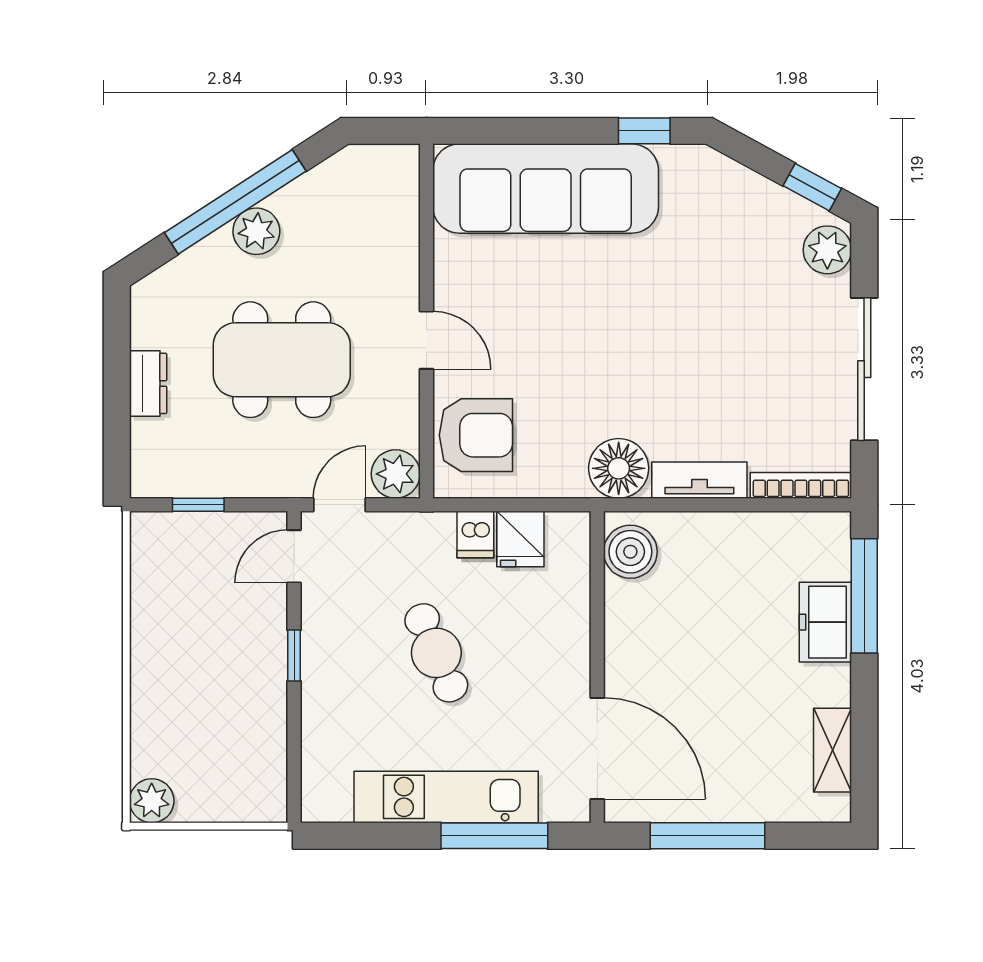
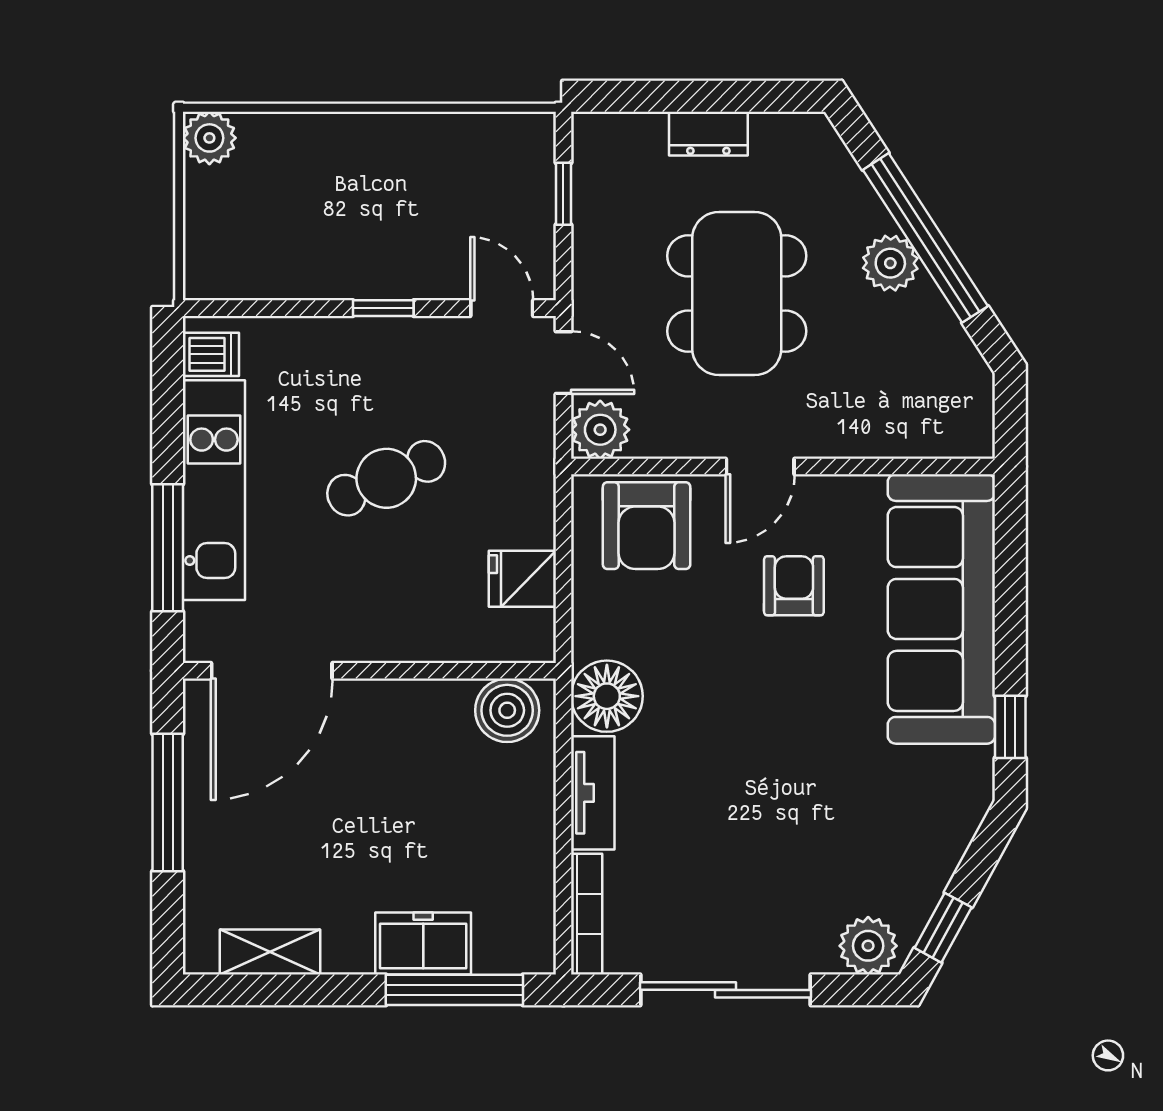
armchair: (526, 312) -> (794, 586), added
dishwasher: (475, 534) -> (211, 354), moved, turned 180

